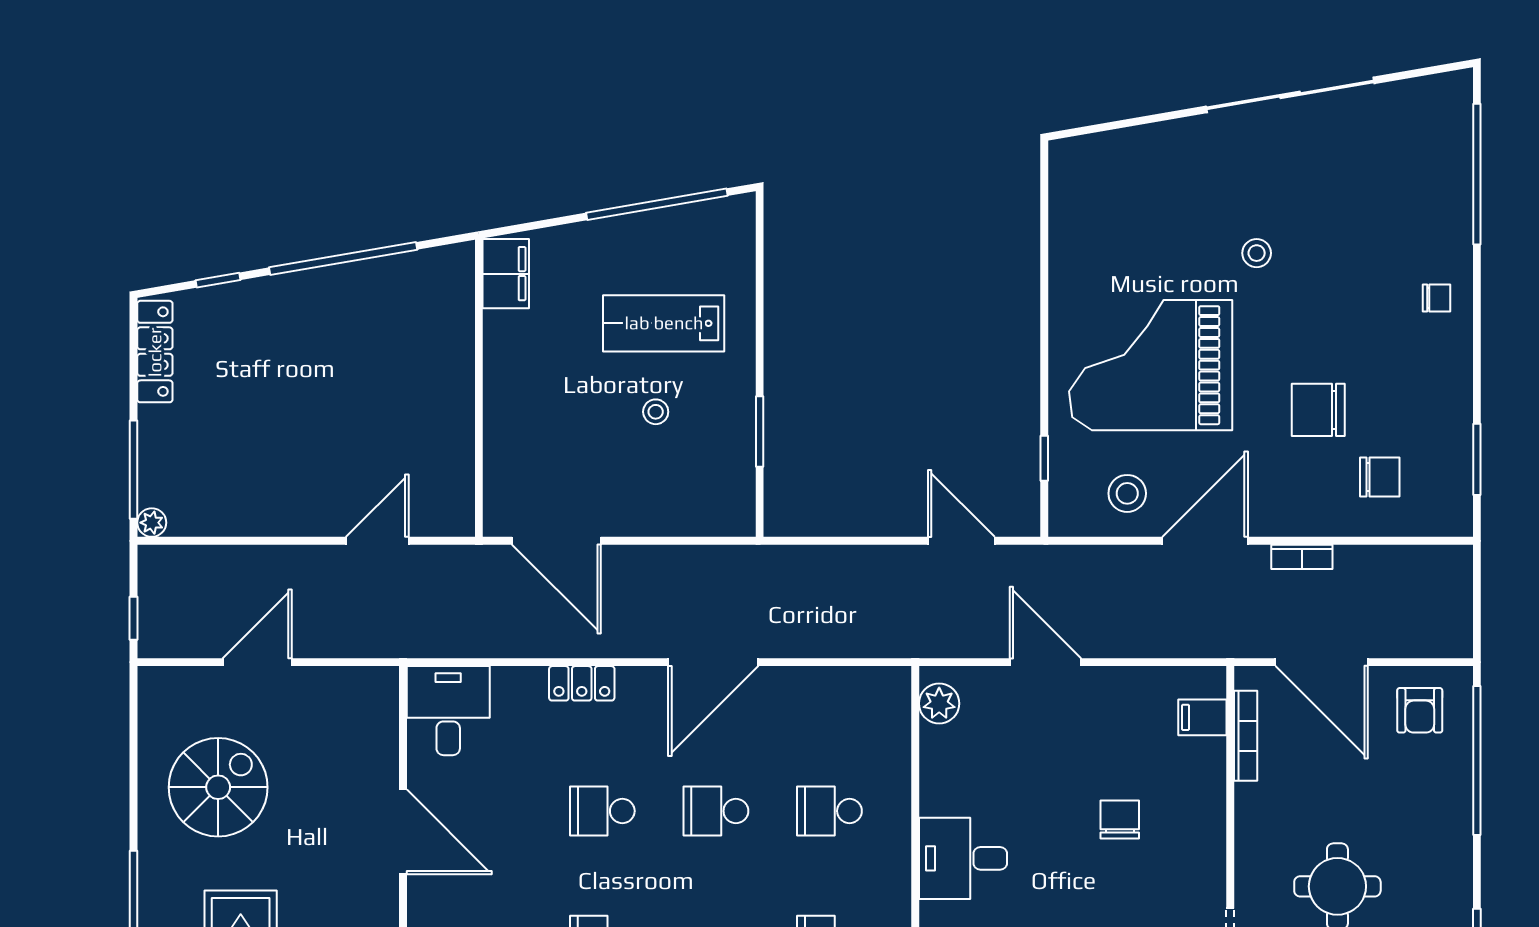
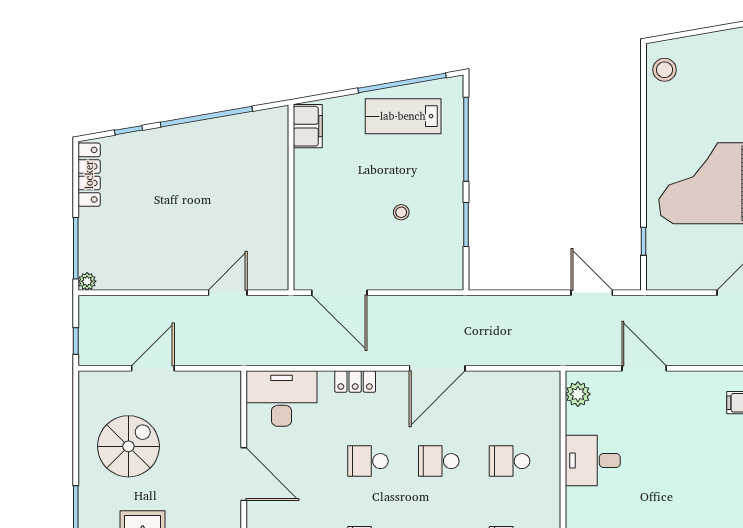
window: (760, 295) -> (466, 139), added
lab bench: (664, 323) -> (403, 116), moved
stool: (1127, 493) -> (664, 70), moved
desk: (448, 711) -> (281, 399), width x1.37
chair: (1120, 819) -> (690, 466), removed
desk: (963, 858) -> (593, 460), moved

